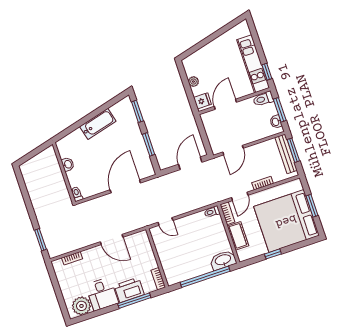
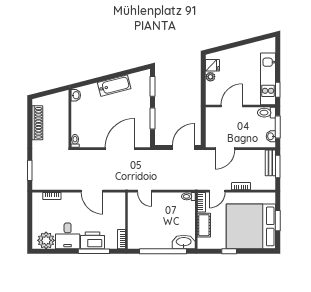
fridge: (202, 101) -> (213, 65), moved
bench: (286, 154) -> (270, 163), width x0.73
washbasin: (68, 164) -> (76, 95), moved
shoe rack: (32, 188) -> (37, 123), added

